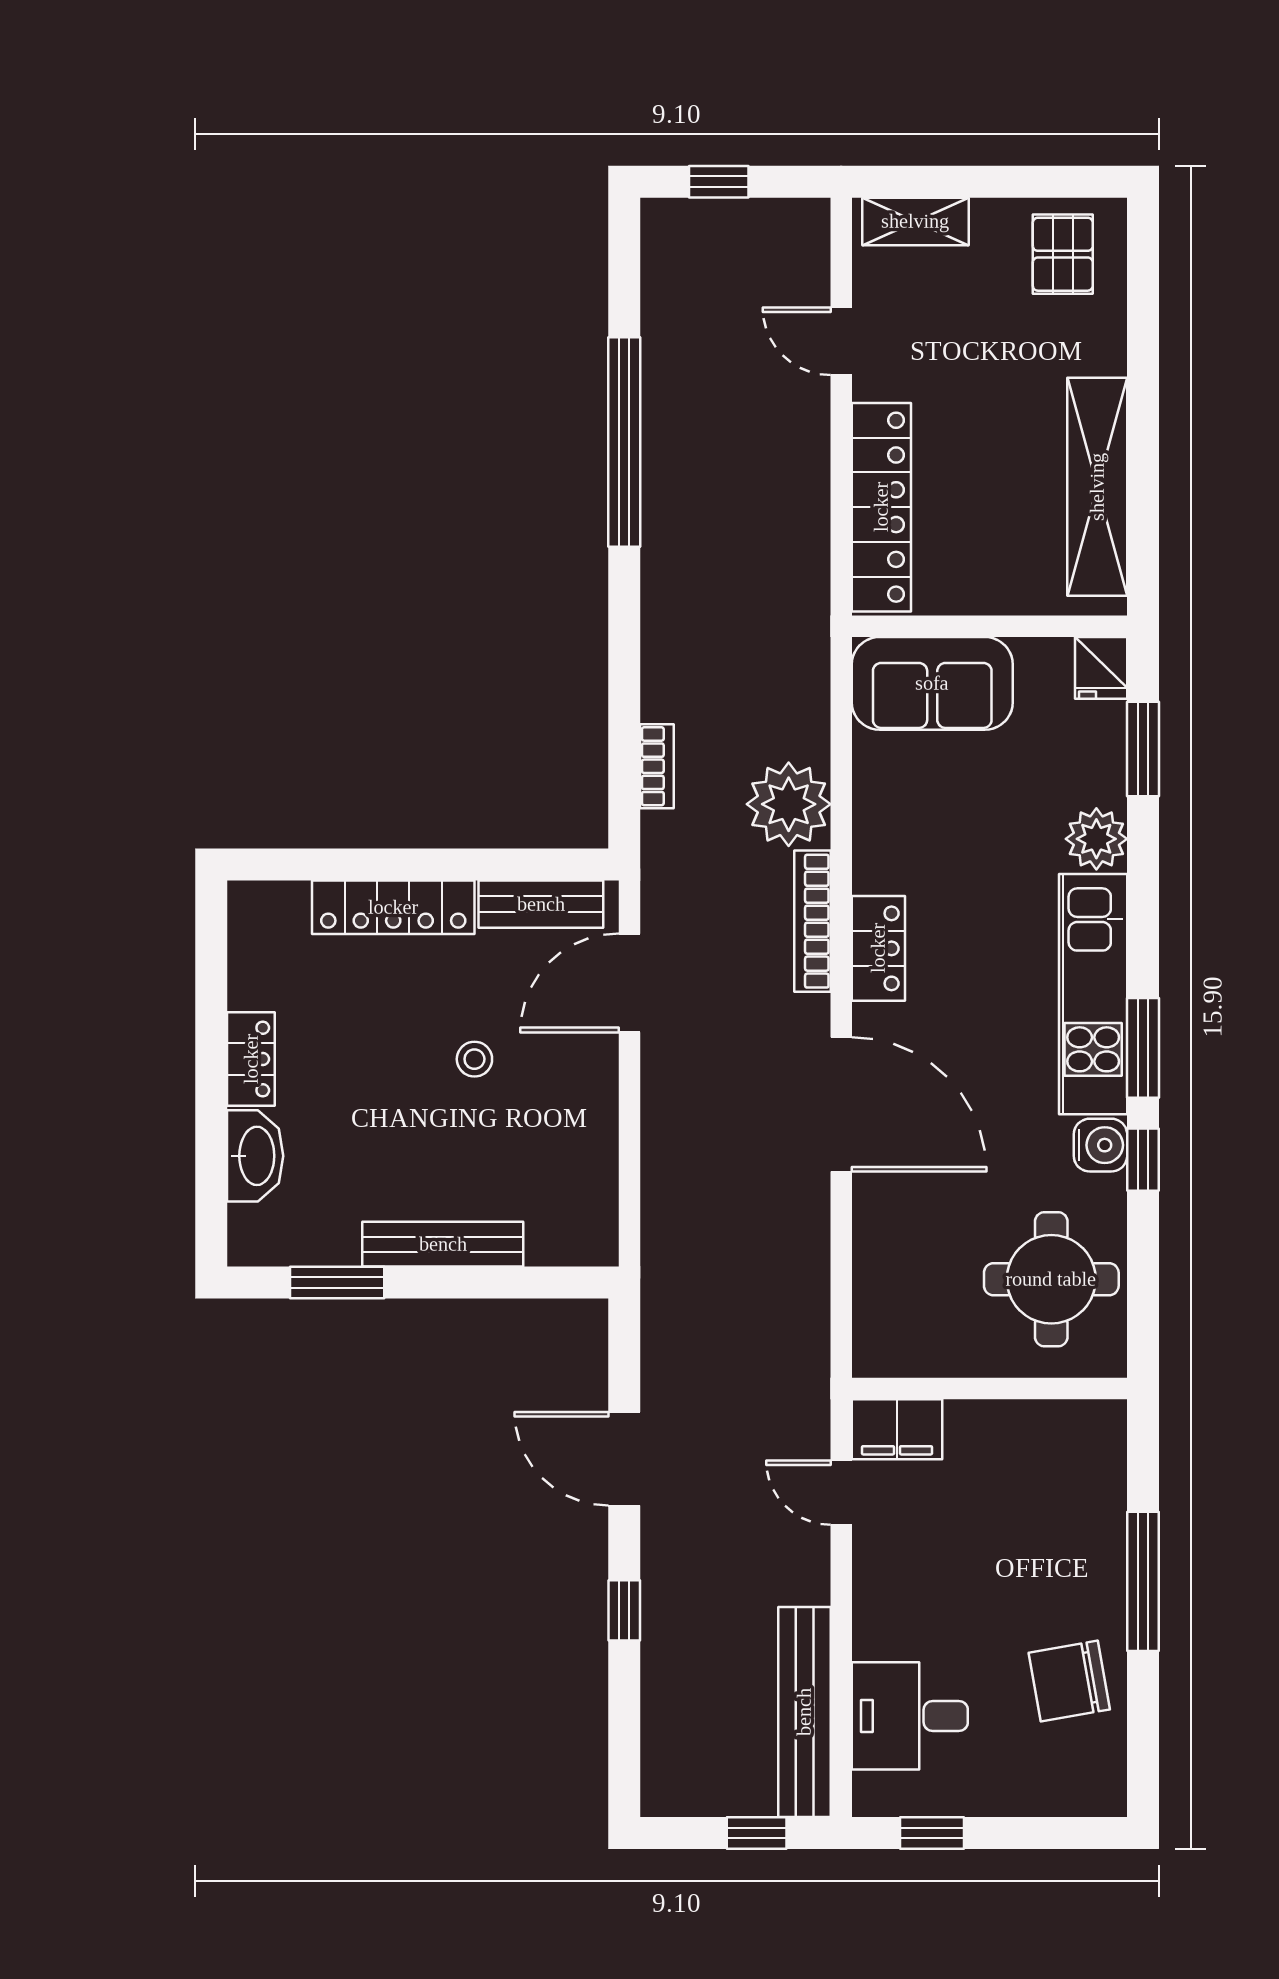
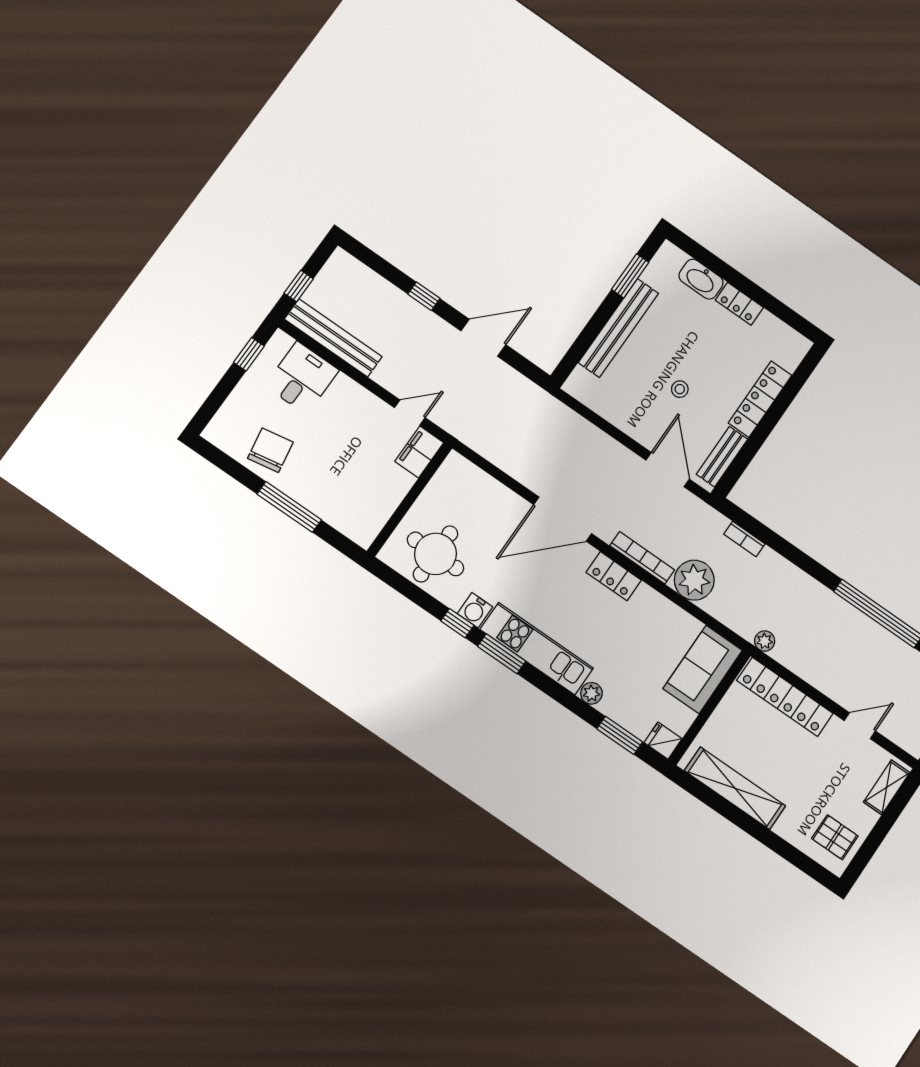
plant: (809, 609) -> (765, 641), added
plant: (1096, 839) -> (591, 693), width x0.73, depth x0.73
bench: (443, 1244) -> (618, 328), width x1.37, depth x1.21

